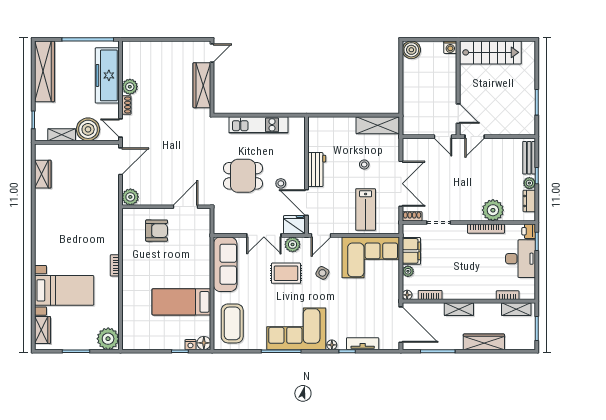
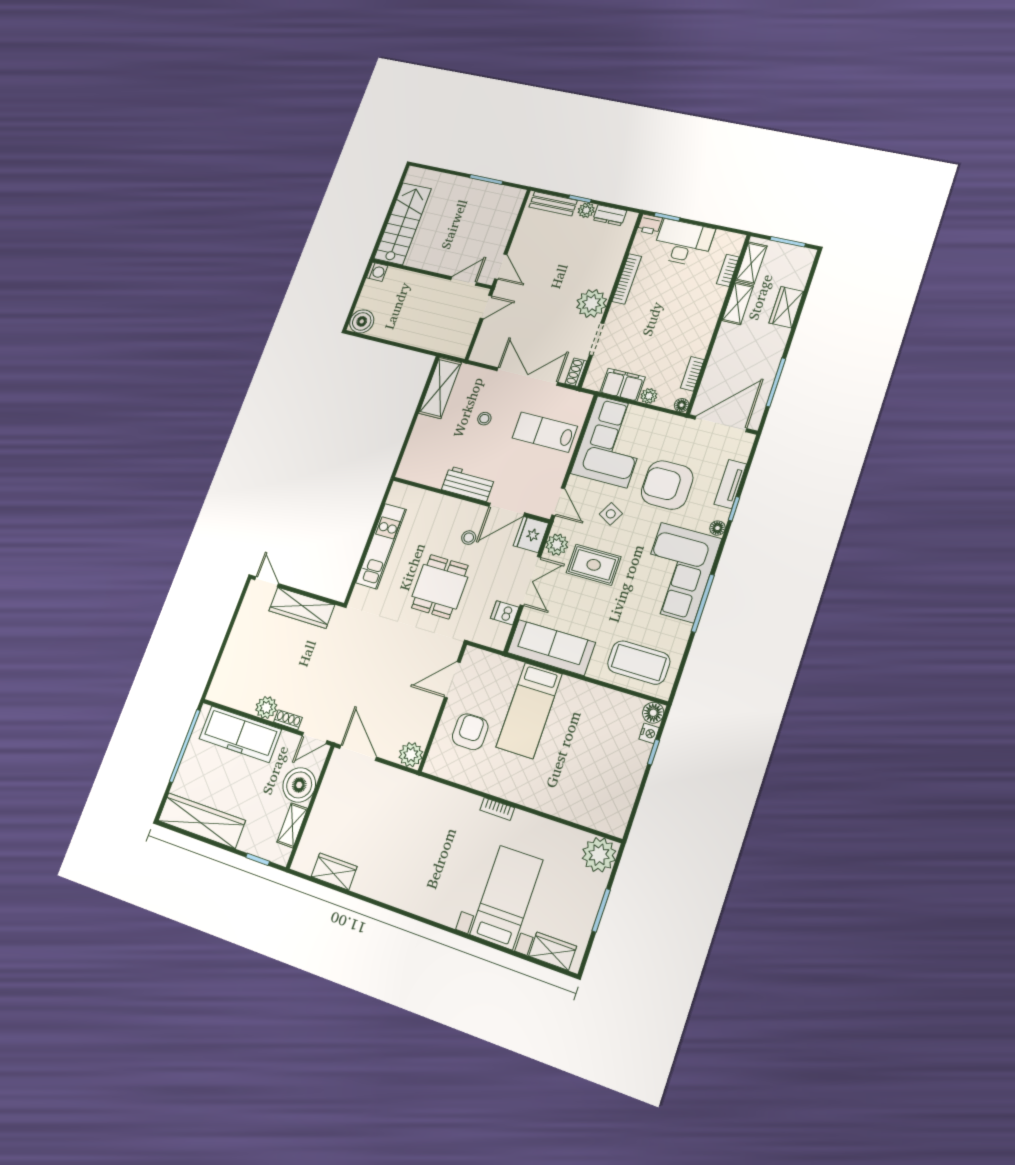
door: (185, 207) -> (452, 680), hinge flipped
lab bench: (366, 209) -> (545, 432), turned 180
plant: (493, 210) -> (591, 303), moved
dishwasher: (239, 226) -> (505, 613), added
rug: (286, 273) -> (594, 565), turned 90
bed: (181, 302) -> (529, 710), moved
armchair: (351, 303) -> (667, 485), added
shelving: (459, 309) -> (738, 303), moved
wardrobe: (484, 342) -> (786, 307), width x0.67

